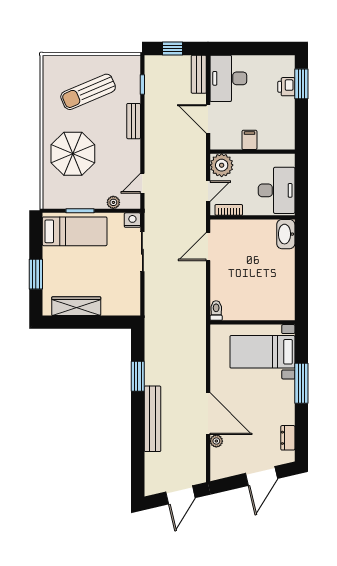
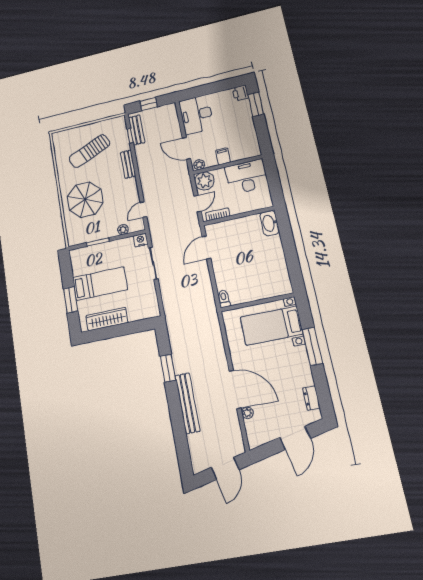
bench: (199, 74) -> (137, 130), moved
printer: (286, 87) -> (240, 93), moved
plant: (219, 143) -> (199, 165), added
desk: (277, 190) -> (247, 177), moved, turned -90
bed: (75, 231) -> (100, 284), moved

